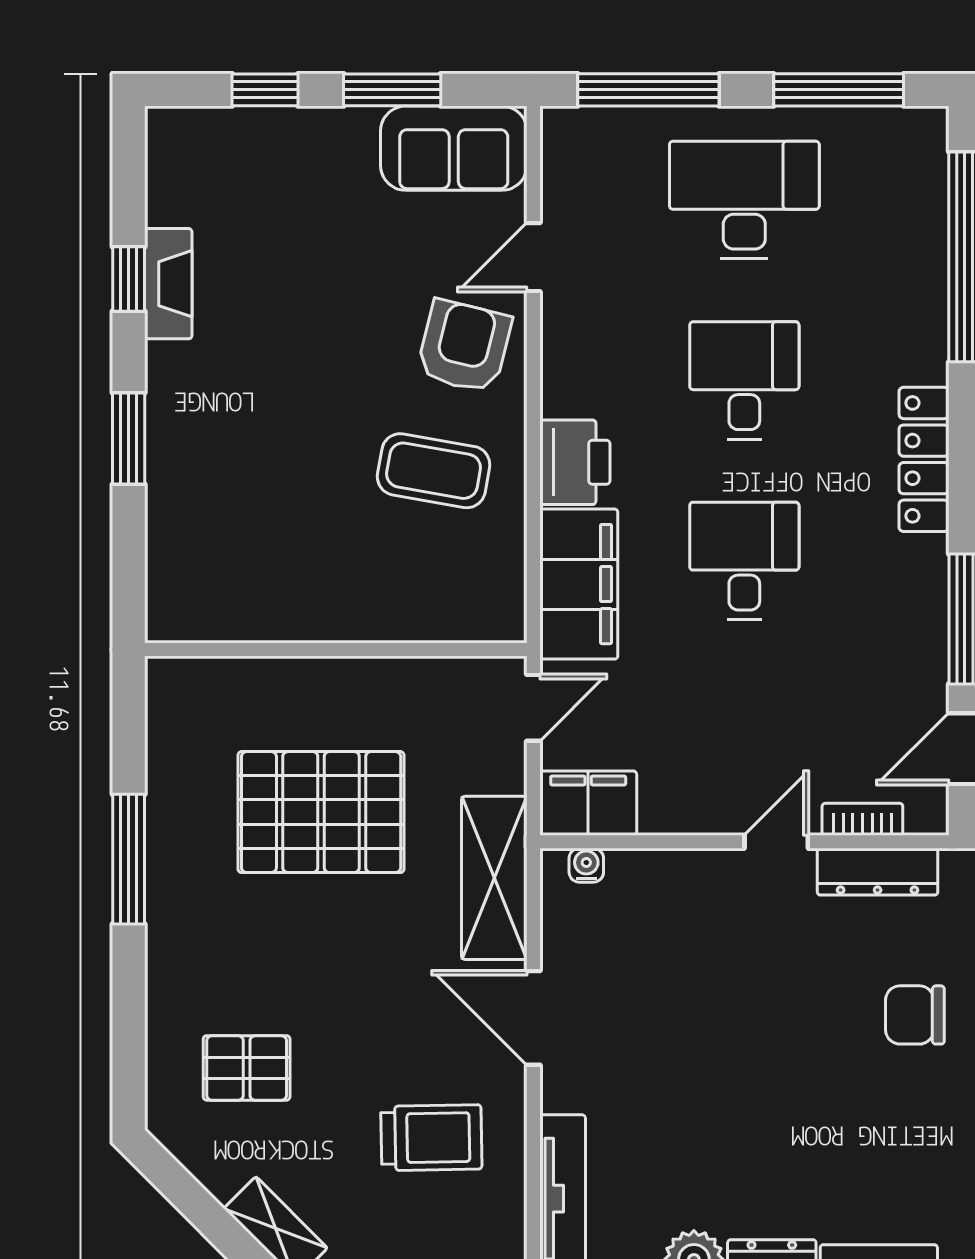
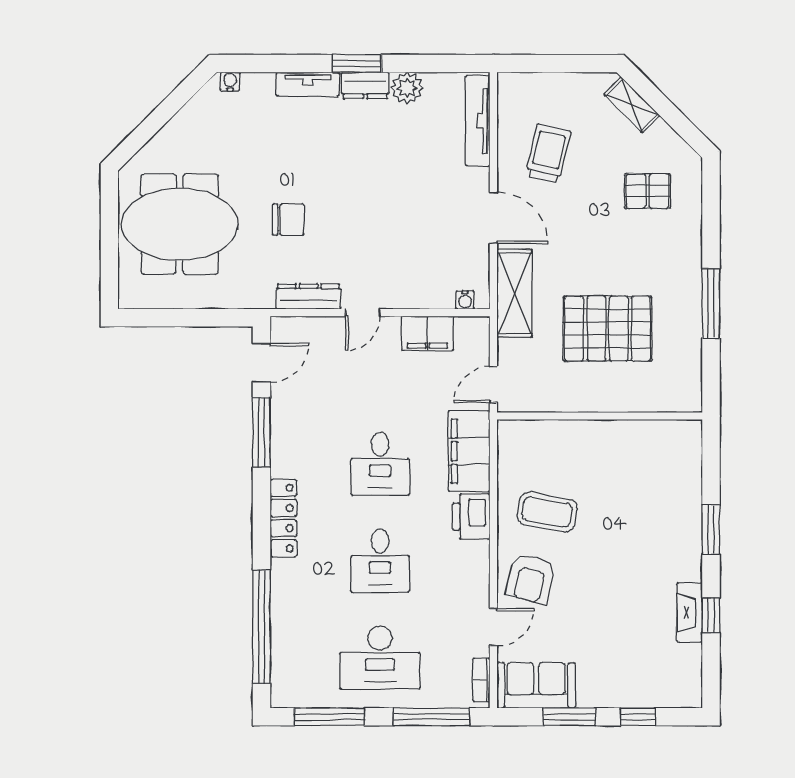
filing cabinet: (588, 803) -> (427, 333), moved
bookcase: (862, 819) -> (481, 680), moved, turned 90
trolley: (431, 1138) -> (548, 154), turned 104

